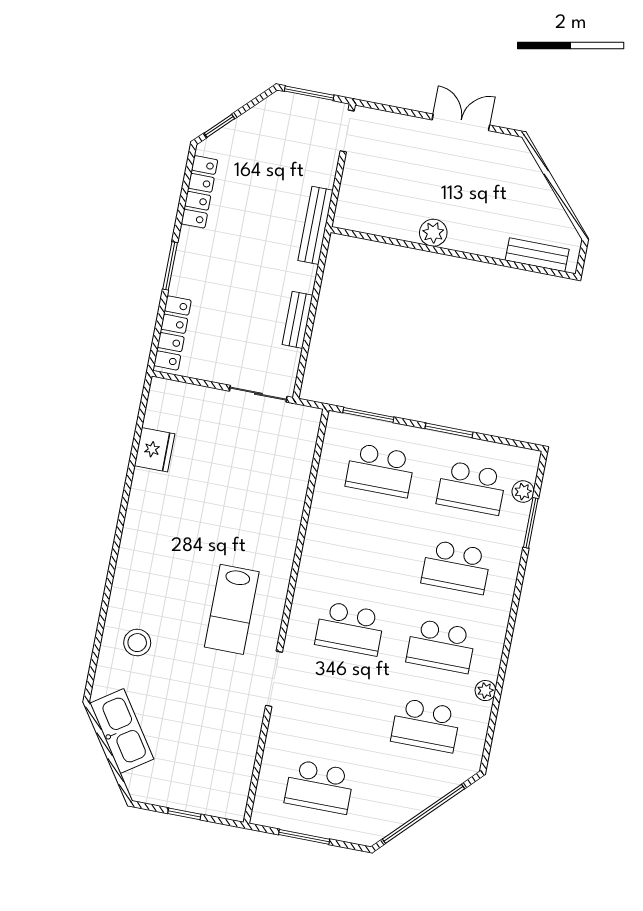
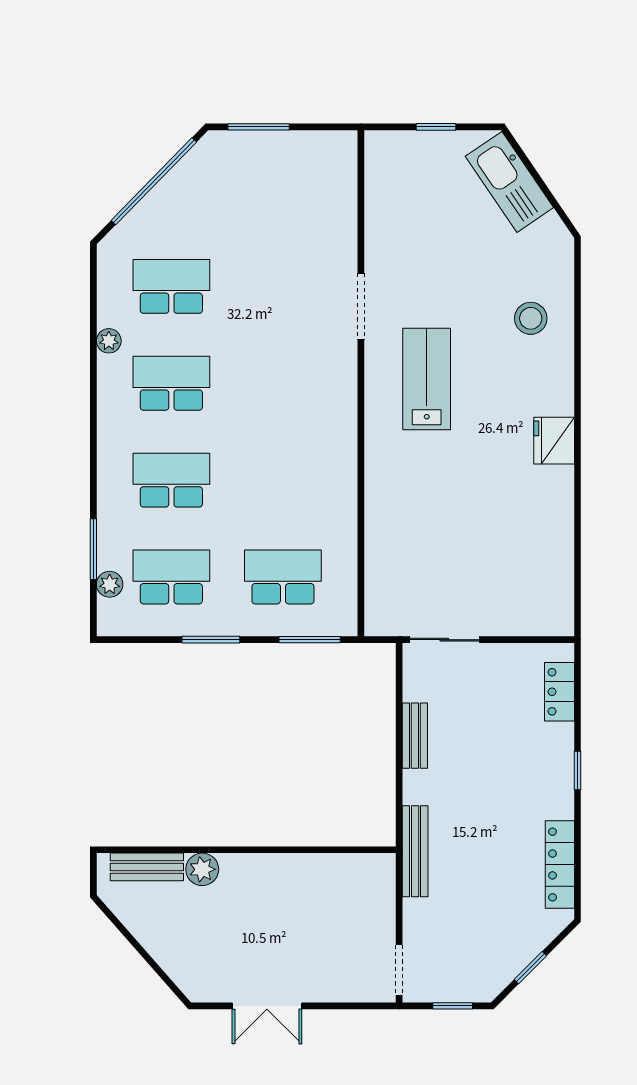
window: (309, 93) -> (453, 1006), width x0.67
window: (219, 126) -> (530, 968), moved
plant: (433, 233) -> (202, 869), moved
window: (170, 266) -> (577, 770), width x0.67
locker: (172, 333) -> (559, 692), width x0.66
fridge: (155, 450) -> (554, 441), moved
school desk: (350, 628) -> (283, 383), removed
kitchen sink: (122, 731) -> (509, 182), moved
school desk: (319, 787) -> (283, 190), removed
window: (304, 837) -> (259, 127), moved

